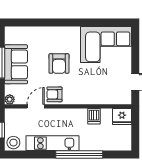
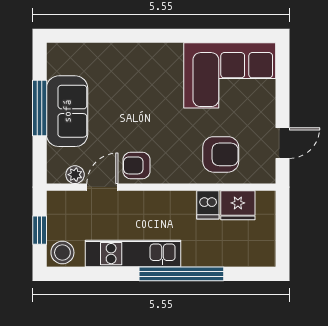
armchair: (59, 64) -> (221, 154), moved, turned -90
plant: (10, 99) -> (75, 175), moved
fridge: (122, 116) -> (238, 205), moved

